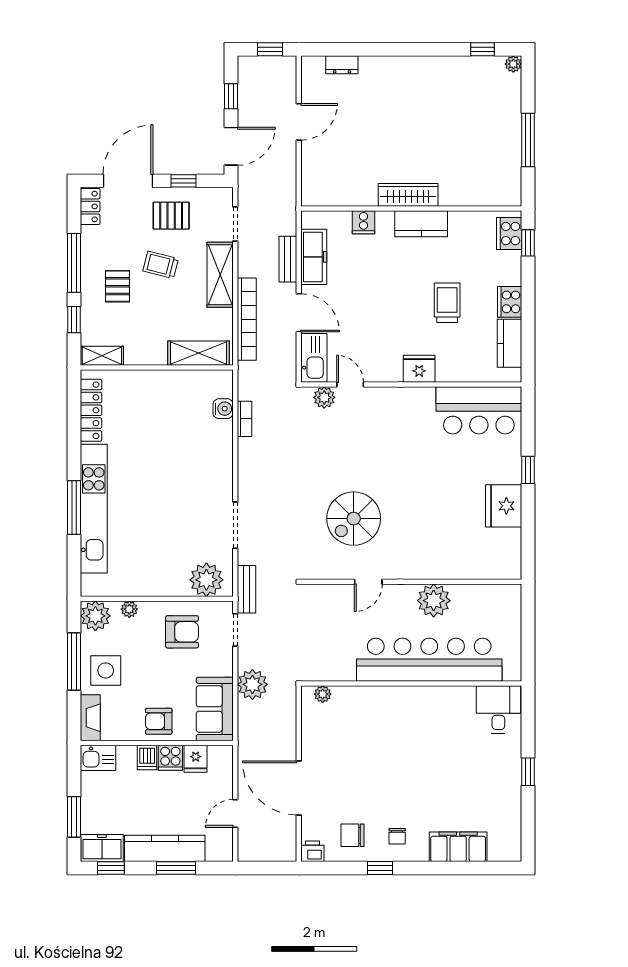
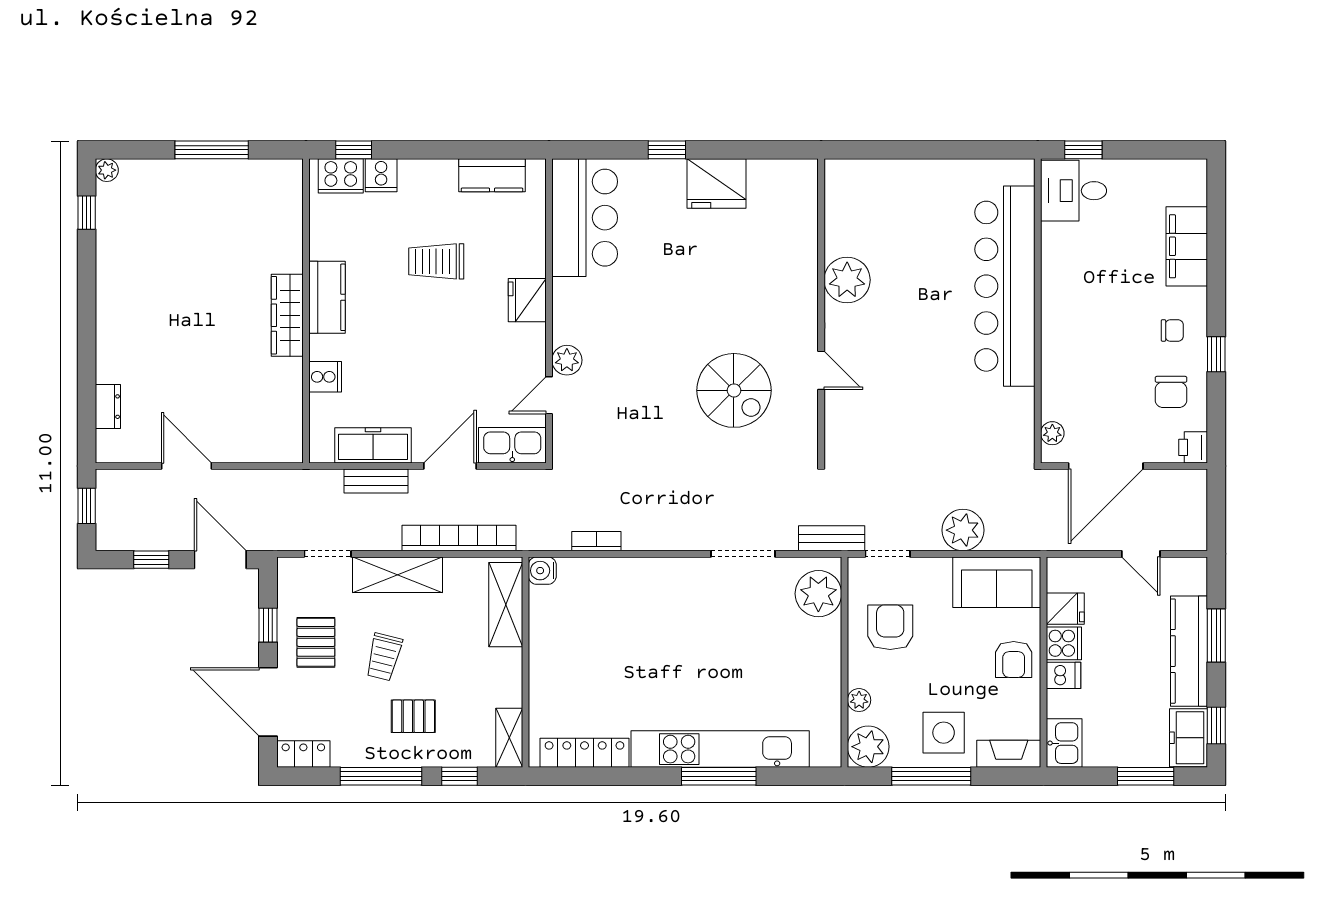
cooker: (510, 302) -> (381, 175), moved, width x0.73
plant: (324, 397) -> (567, 360), moved
water cooler: (223, 409) -> (542, 571), moved, turned -90
bar counter: (429, 660) -> (1005, 286), moved
wall: (411, 684) -> (1038, 311), moved
plant: (323, 694) -> (1052, 433), moved
desk: (498, 710) -> (1074, 191), moved

